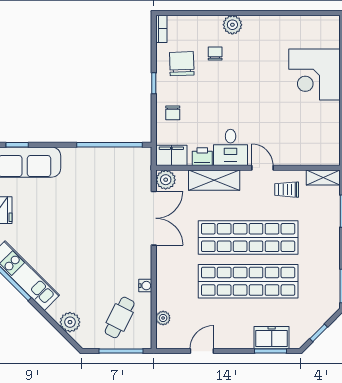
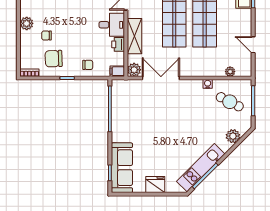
filing cabinet: (171, 155) -> (117, 71), width x0.50

